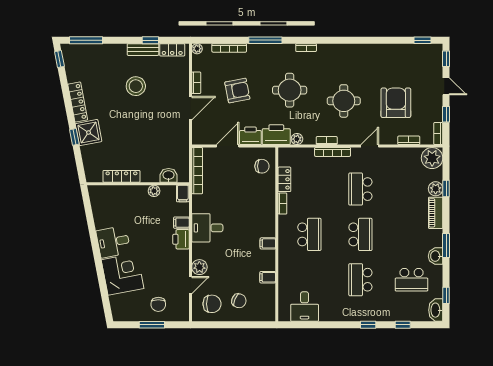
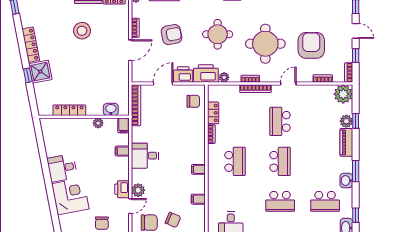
round table: (344, 101) -> (265, 44), width x1.36, depth x1.36
printer: (181, 239) -> (122, 189), moved
school desk: (360, 280) -> (280, 201), turned -90

